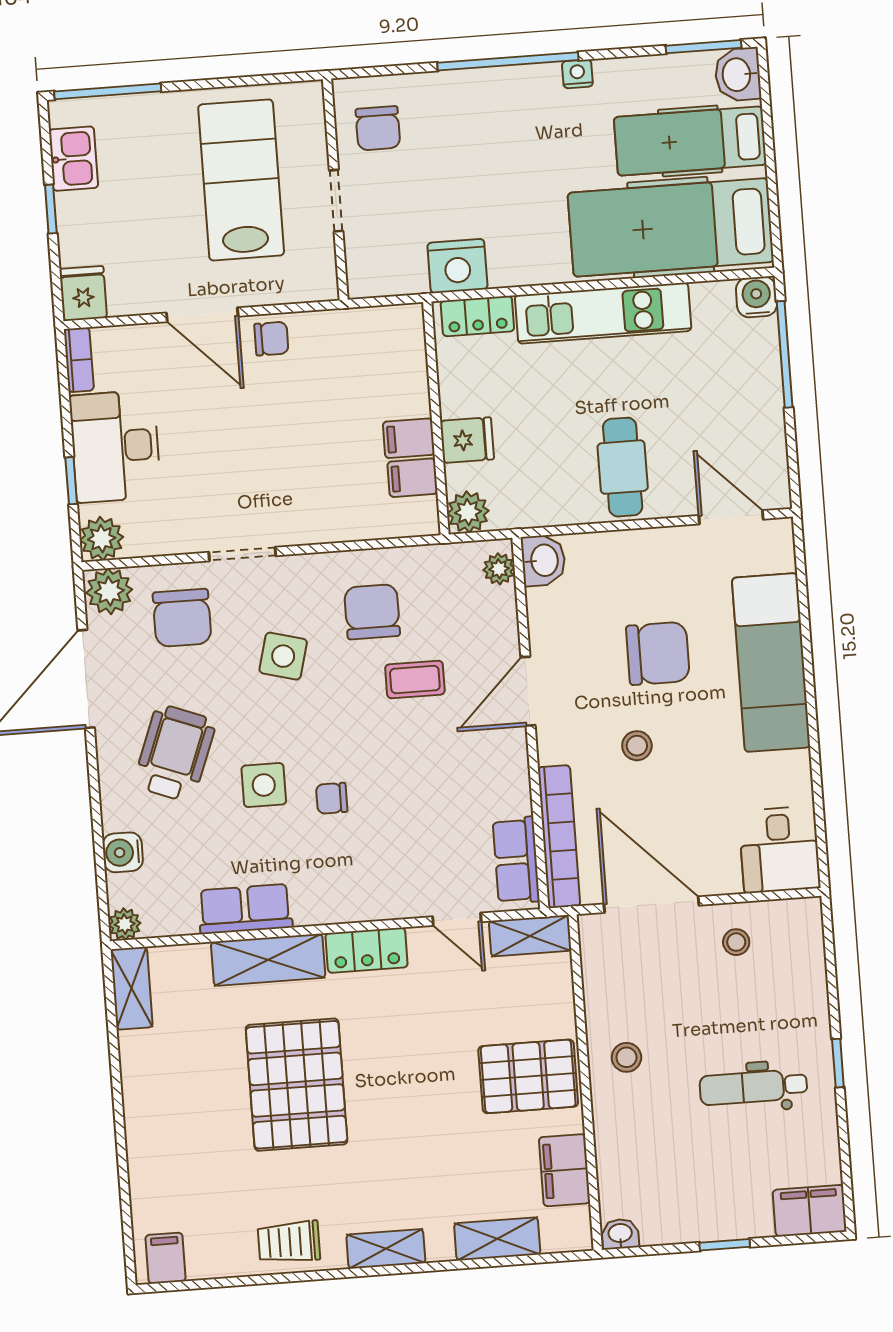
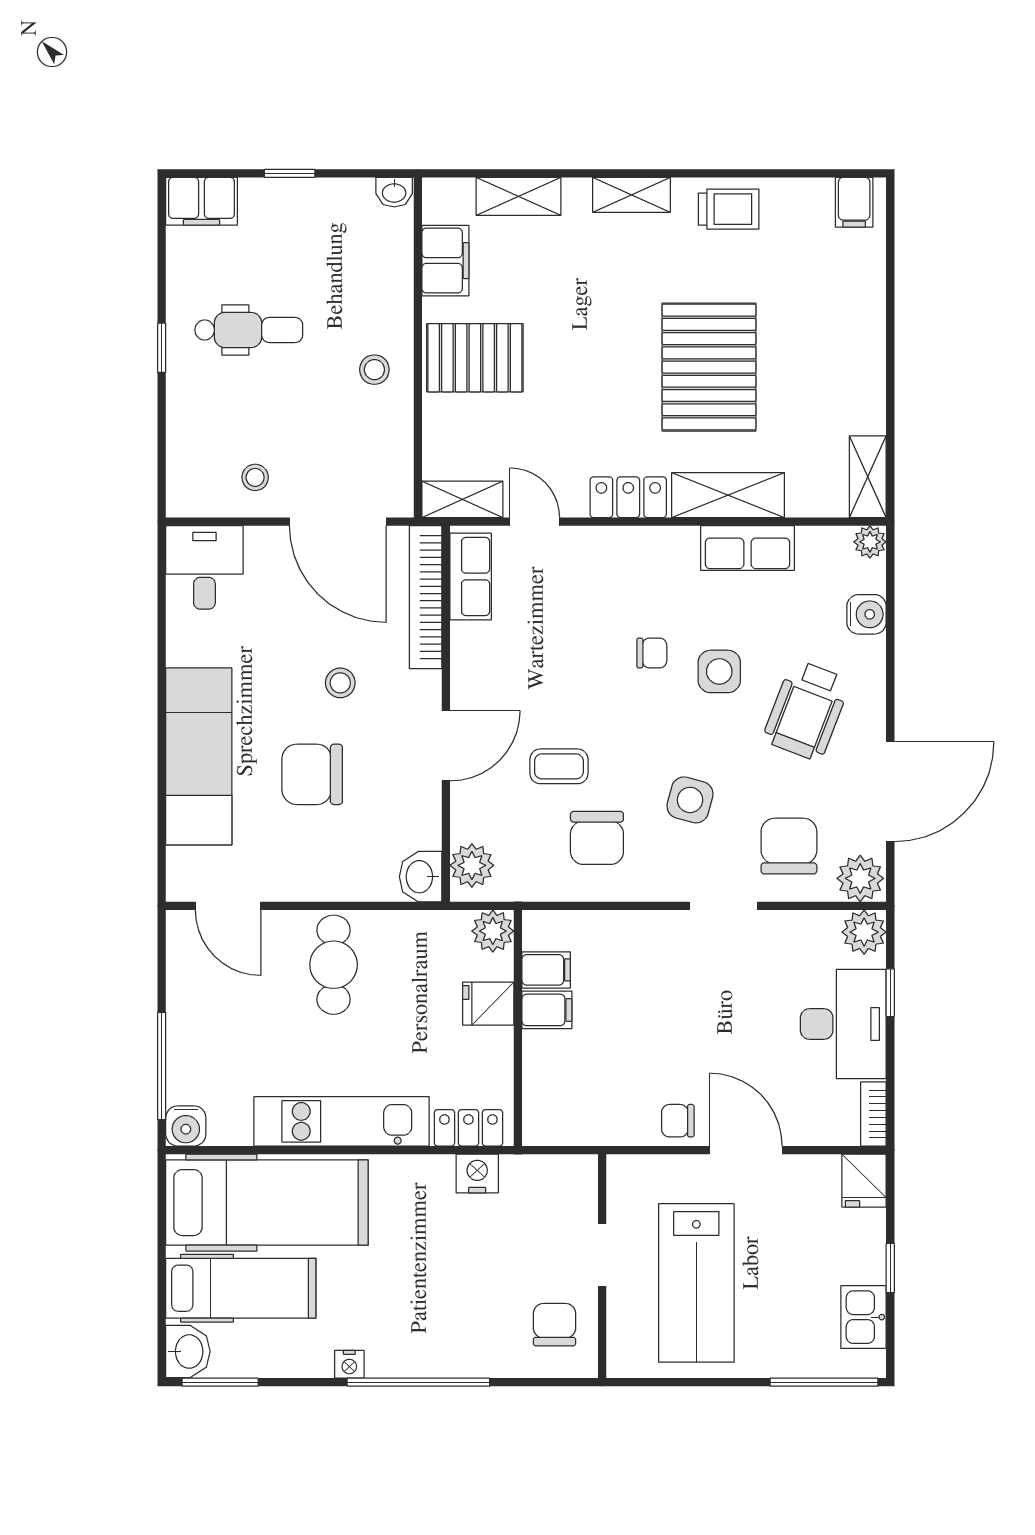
nightstand: (457, 266) -> (477, 1173), width x0.74, depth x0.75
plant: (499, 569) -> (472, 865), width x1.38, depth x1.38

